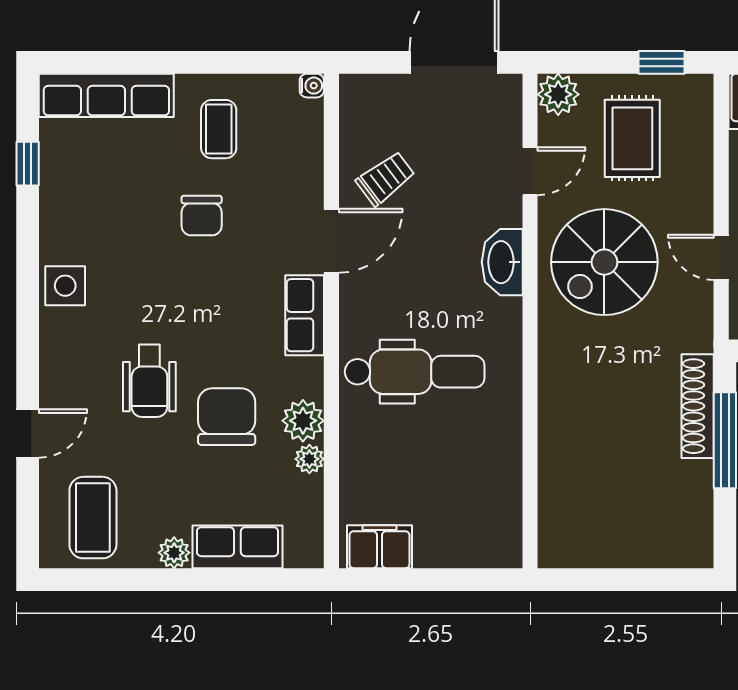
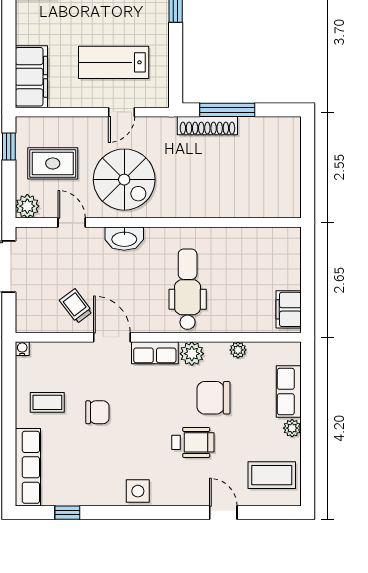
plant: (303, 421) -> (192, 354), moved

